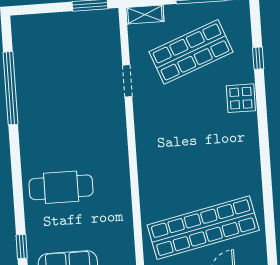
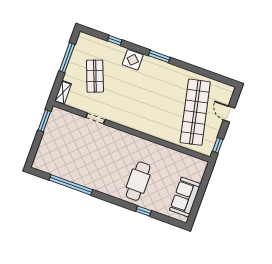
shop shelf: (191, 52) -> (95, 76), width x0.70, depth x0.74
window: (264, 136) -> (159, 56), added
window: (22, 247) -> (144, 211), moved

